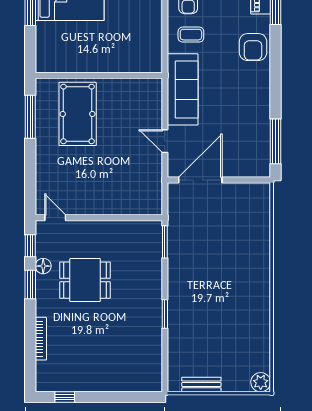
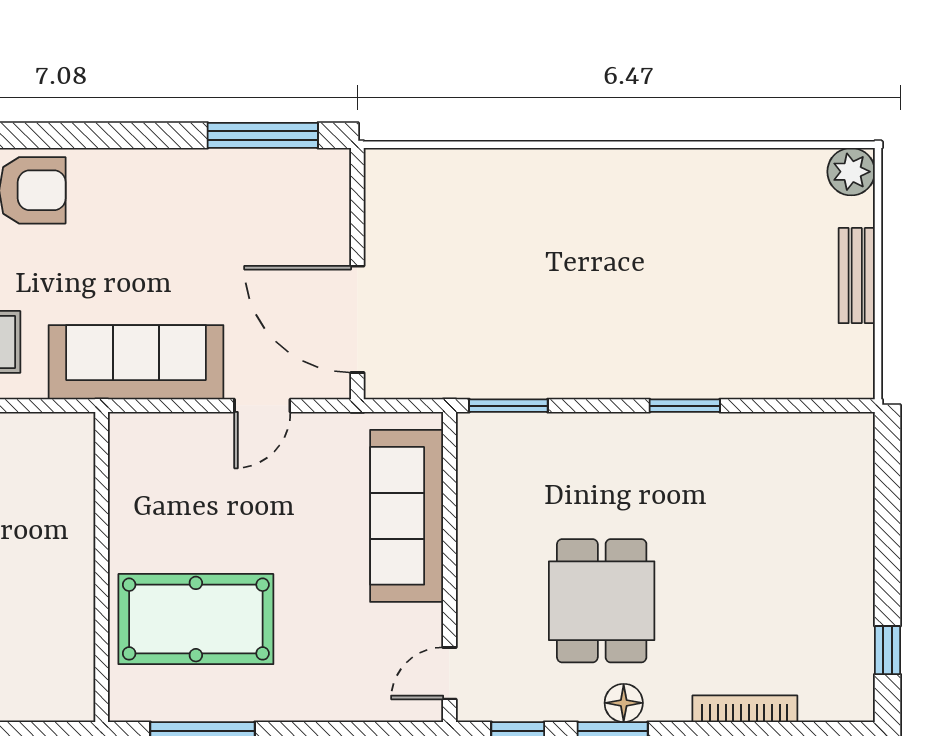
sofa: (120, 200) -> (407, 516), added
floor lamp: (43, 266) -> (624, 703), moved
bench: (201, 384) -> (857, 276), moved

